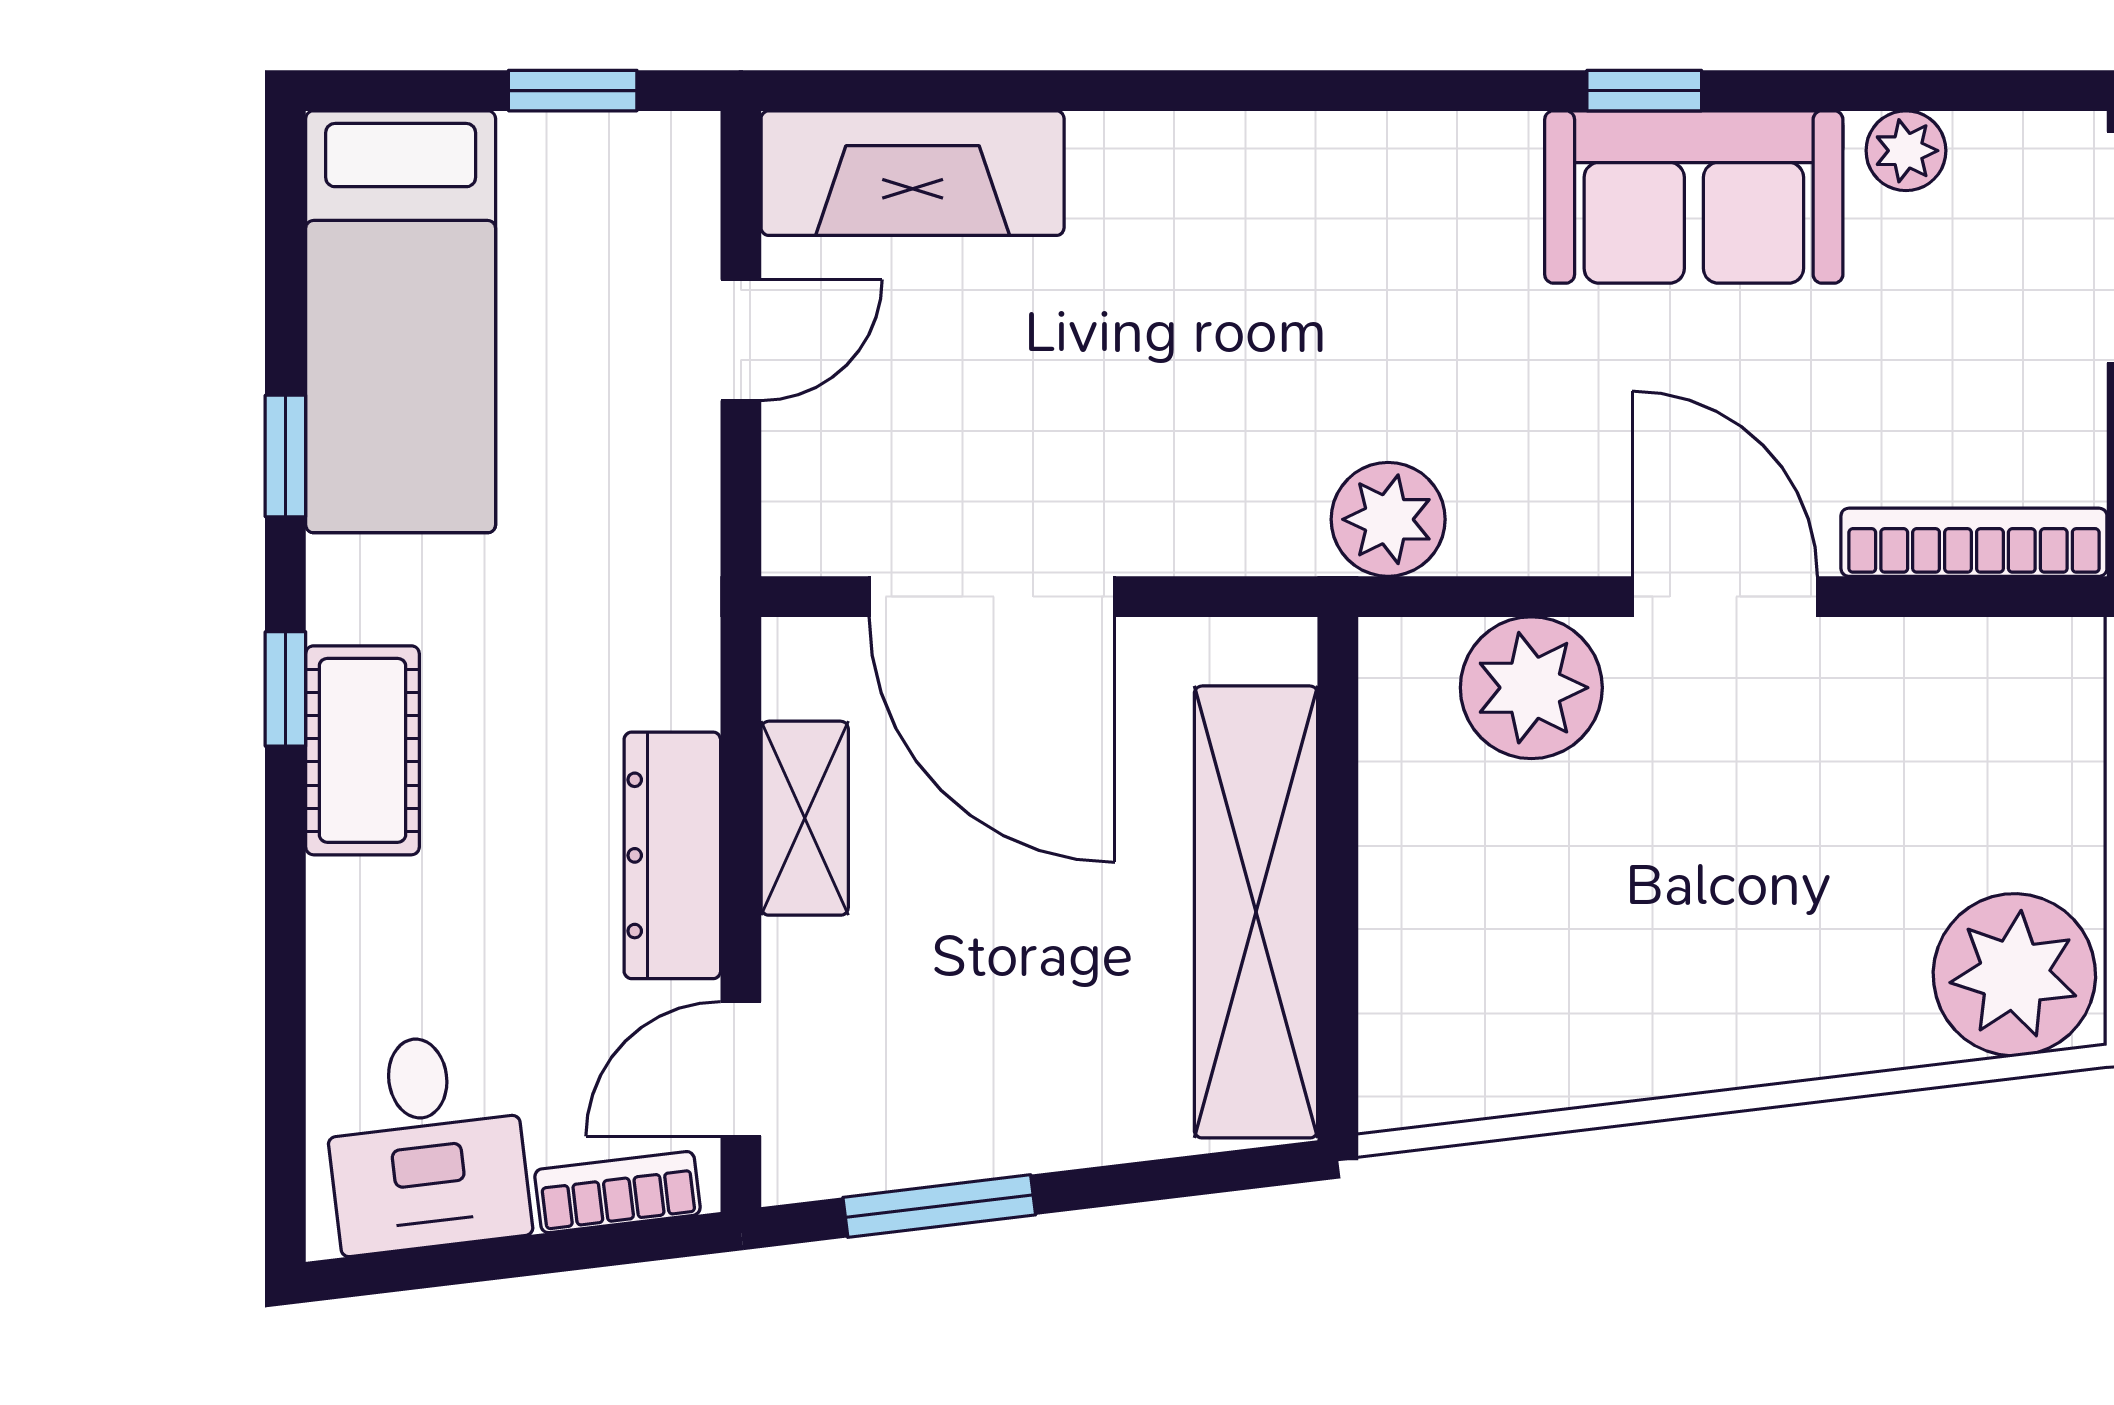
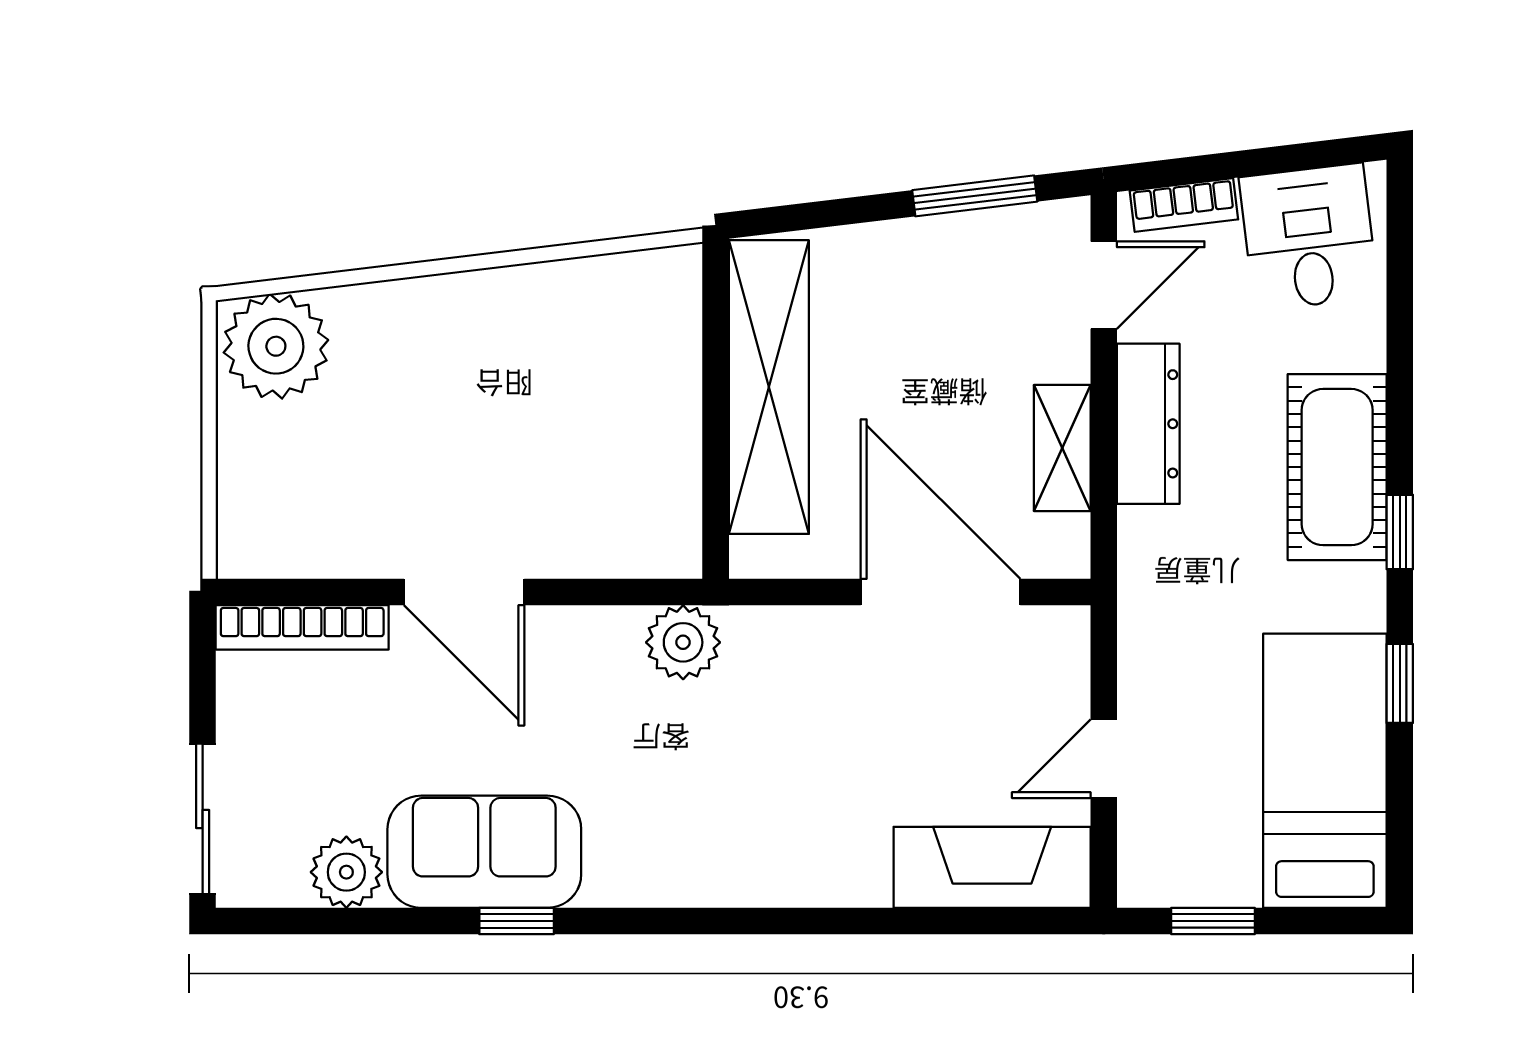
plant: (1906, 151) -> (346, 872), width x1.38, depth x1.38
plant: (1531, 688) -> (590, 533), removed
cot: (362, 750) -> (1337, 467), width x1.37, depth x1.34

